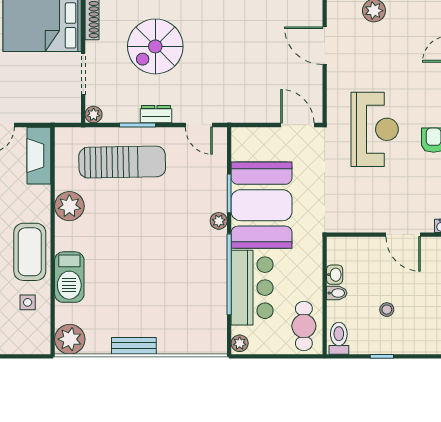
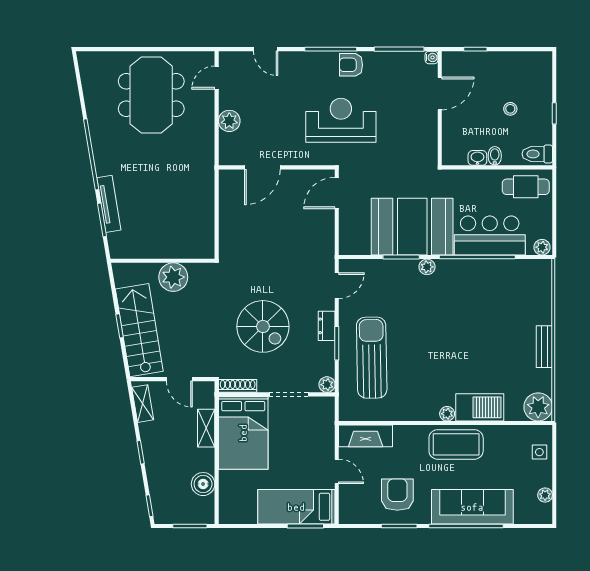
plant: (69, 206) -> (447, 414), moved, width x0.53, depth x0.53
side table: (28, 302) -> (539, 452), moved

